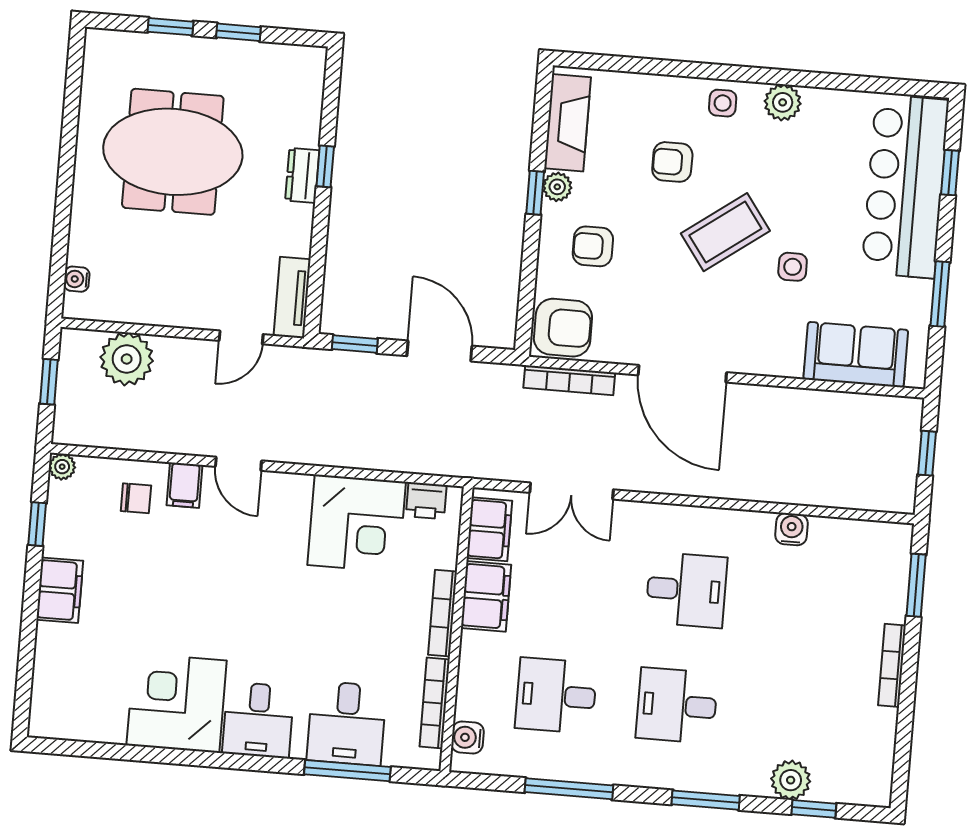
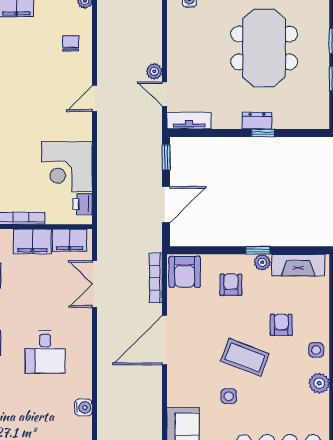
coffee table: (725, 232) -> (245, 357), turned -33
plant: (127, 359) -> (154, 71), moved, width x0.53, depth x0.53
filing cabinet: (184, 485) -> (80, 70), removed
chair: (136, 498) -> (71, 43), turned 180

